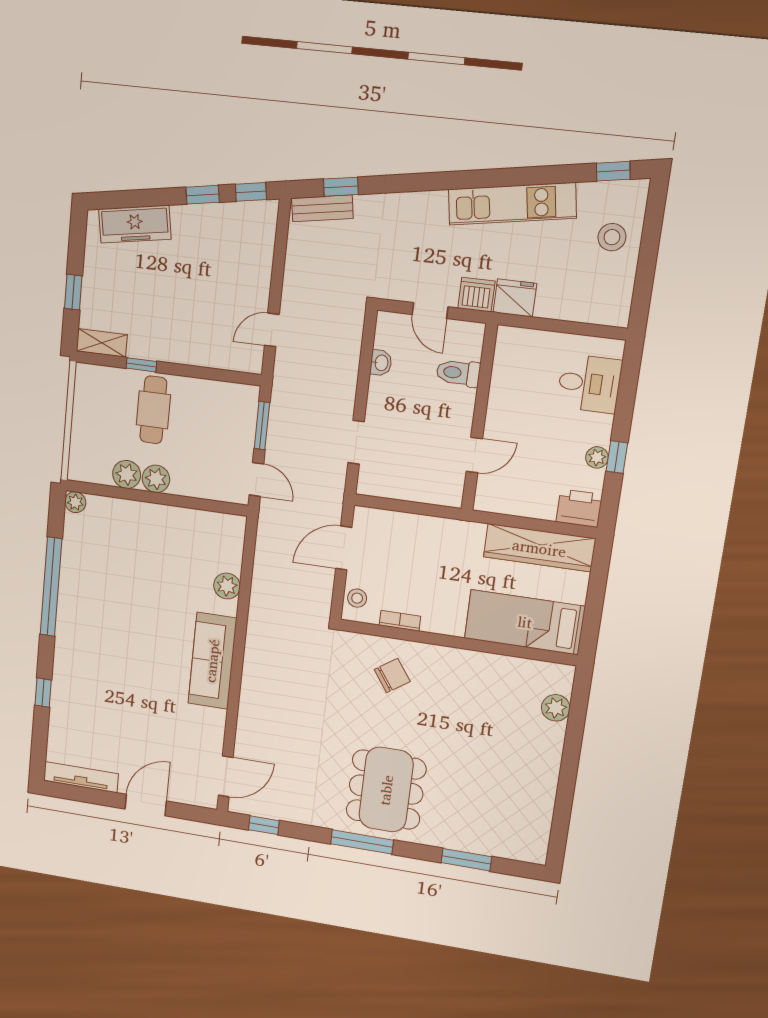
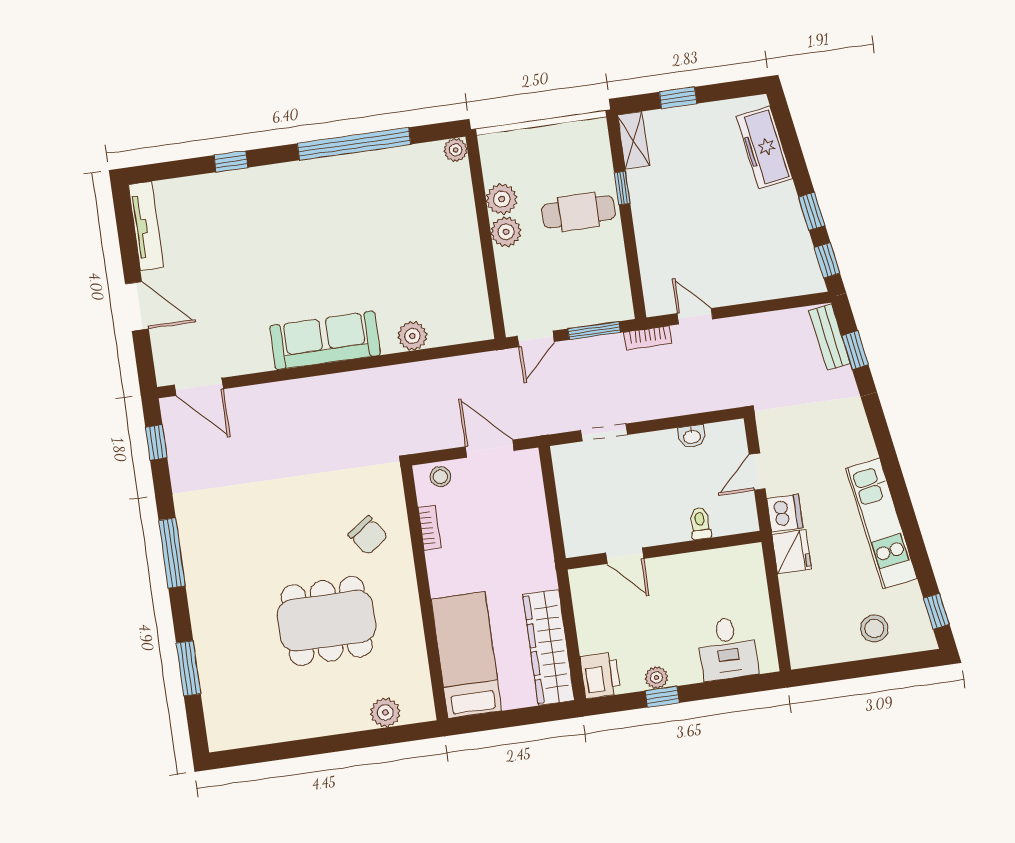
toilet: (458, 373) -> (700, 523), width x0.73, depth x0.72
bookcase: (281, 379) -> (648, 338), added
dining table: (386, 790) -> (327, 621), moved

